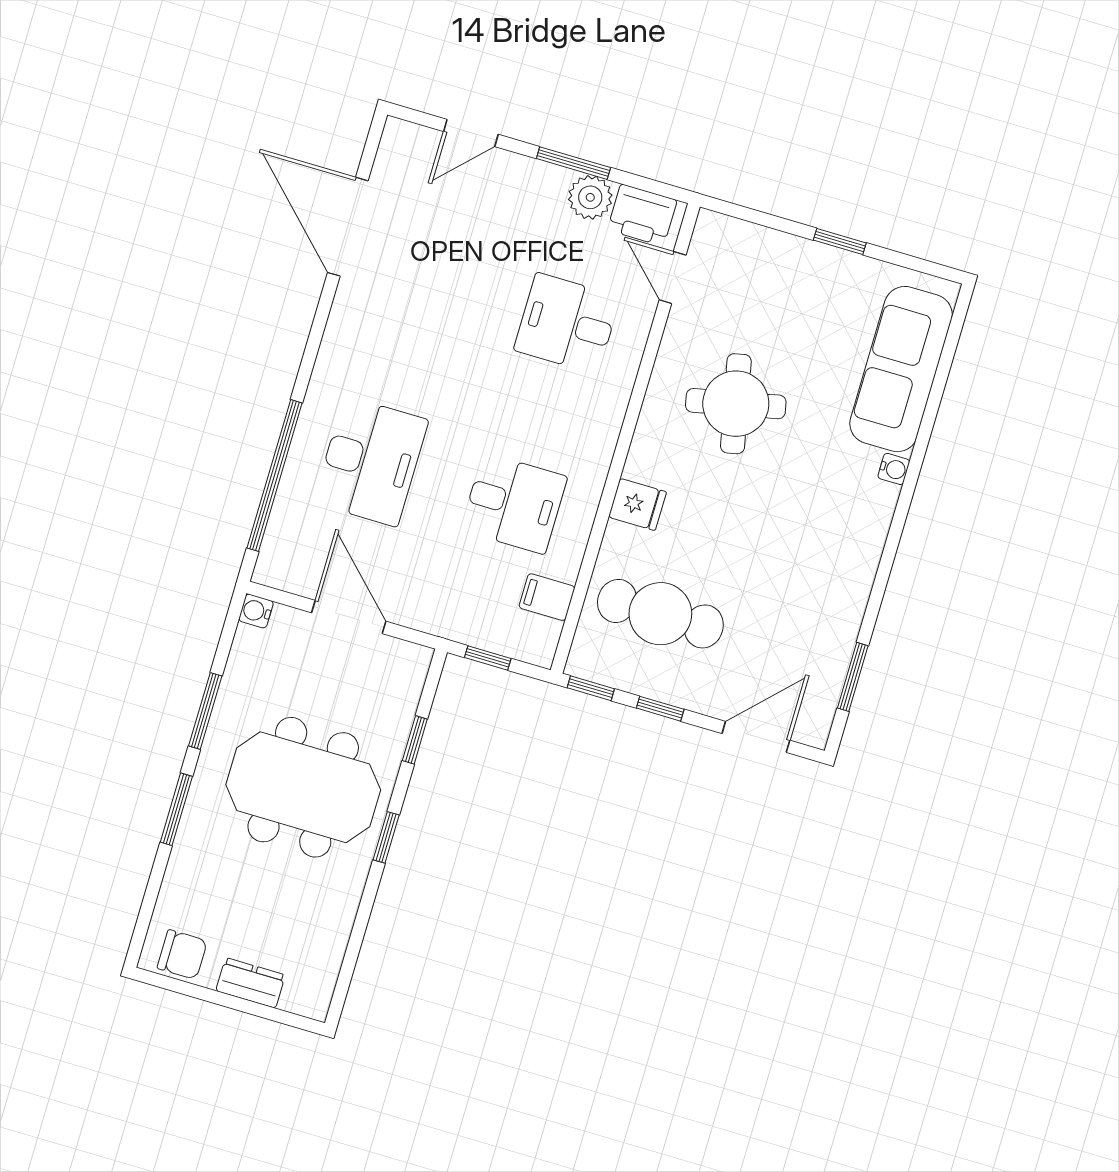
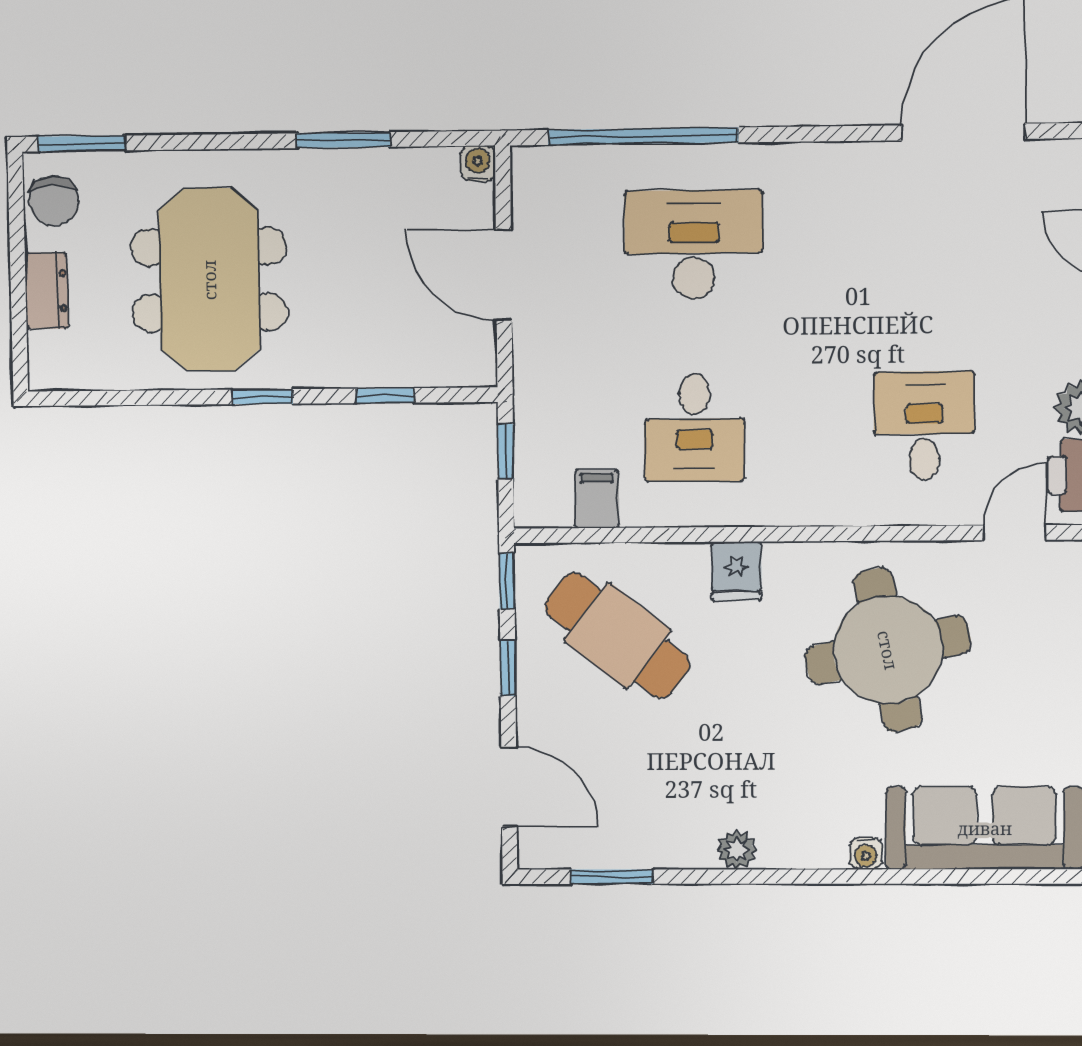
round table: (736, 404) -> (888, 650), width x1.36, depth x1.36
desk: (371, 461) -> (694, 245), turned 180
plant: (860, 570) -> (737, 850), added
cafe table: (660, 614) -> (617, 635), turned -52
door: (349, 617) -> (504, 275), swing flipped
meeting table: (303, 787) -> (209, 280), moved
window: (176, 809) -> (81, 144), moved

